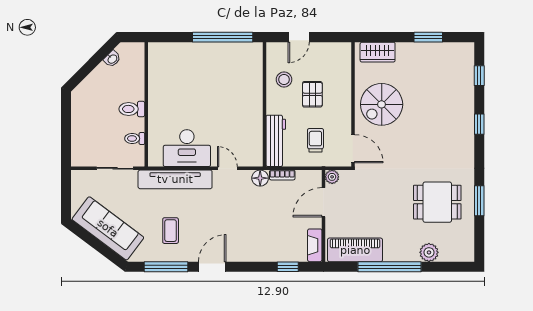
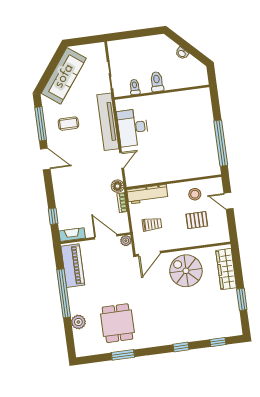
wardrobe: (378, 52) -> (226, 269), width x1.50
washbasin: (112, 59) -> (182, 53), moved
pallet: (312, 94) -> (197, 220), moved

